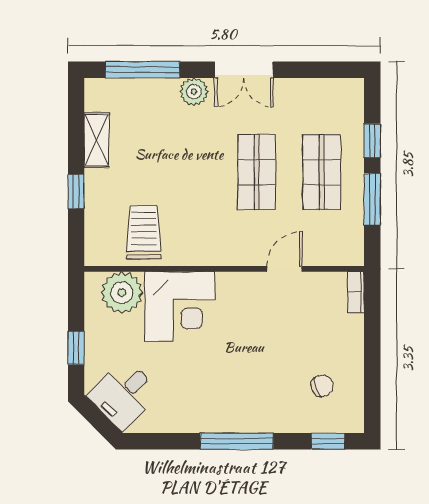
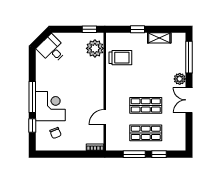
door: (285, 269) -> (105, 117), swing flipped
corner desk: (180, 307) -> (50, 106), moved, turned 180
window: (76, 348) -> (89, 29), moved
window: (328, 441) -> (32, 126), moved

